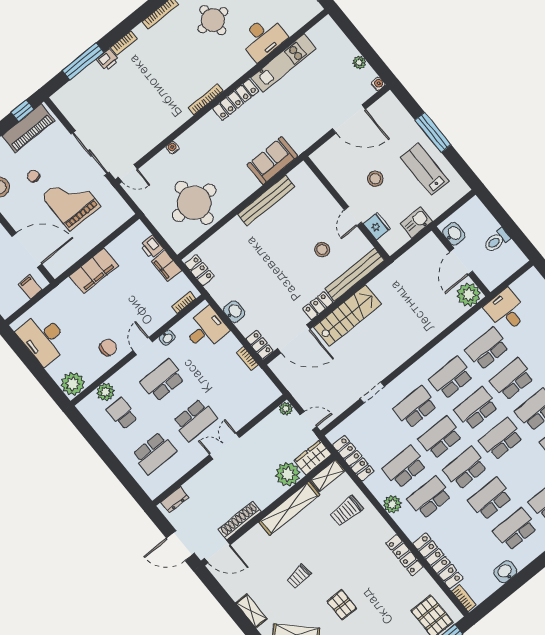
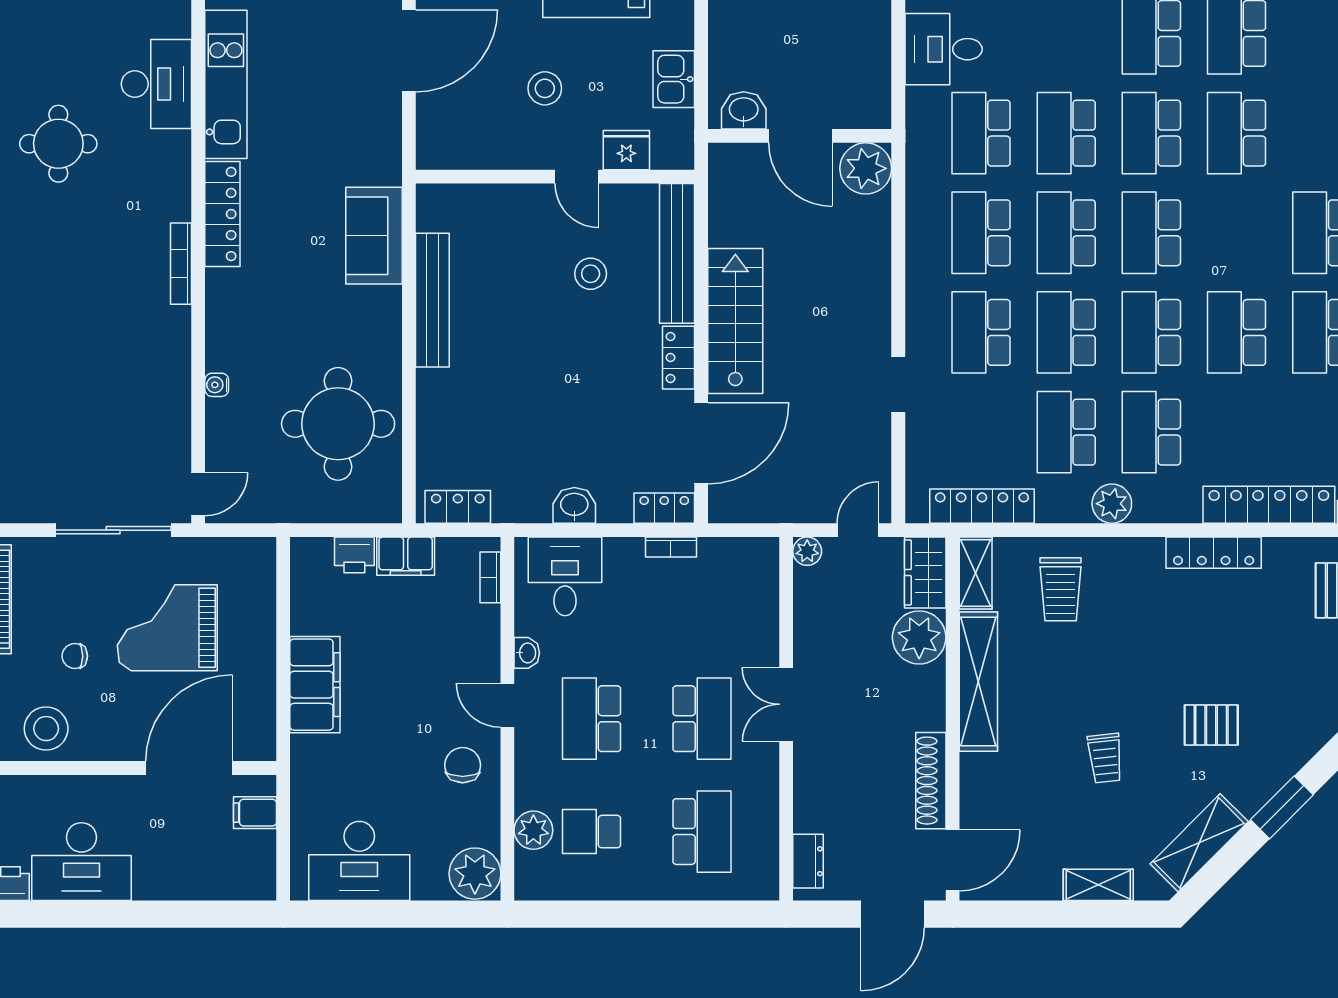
washbasin: (454, 234) -> (744, 110), moved
wall: (461, 261) -> (800, 136), moved
door: (461, 262) -> (800, 136), moved
plant: (469, 295) -> (866, 168), moved

